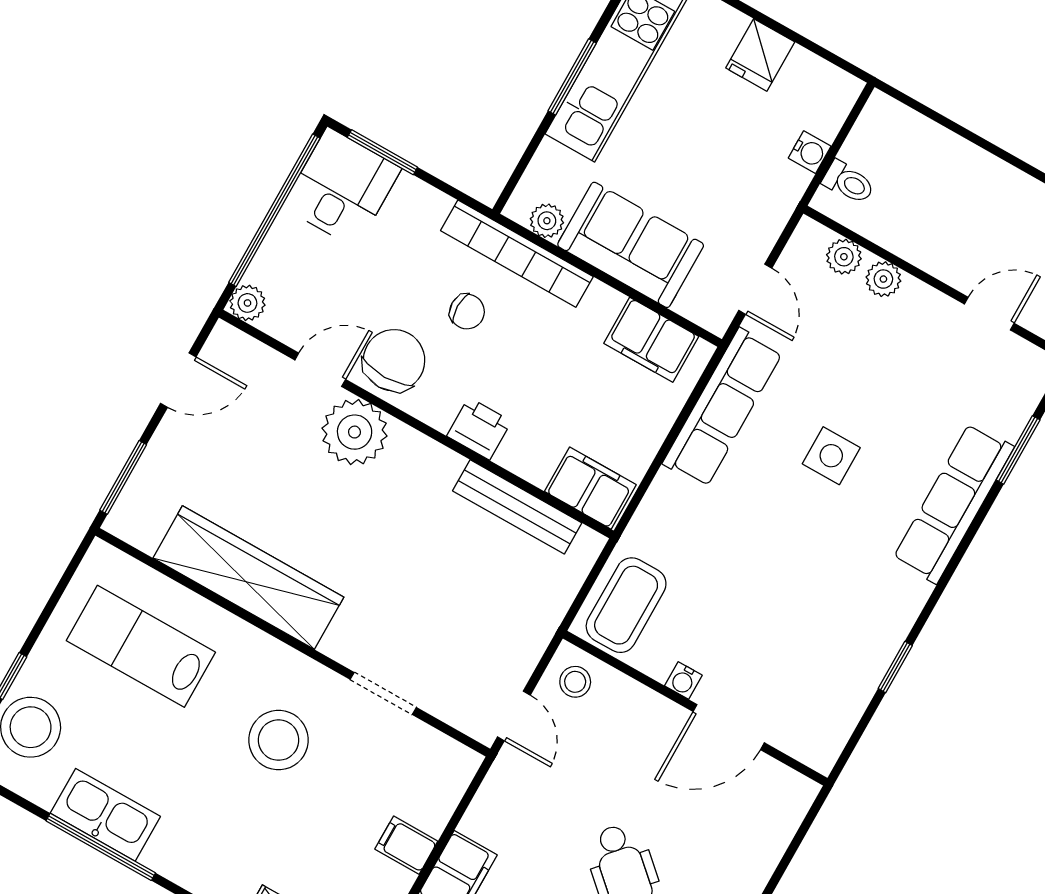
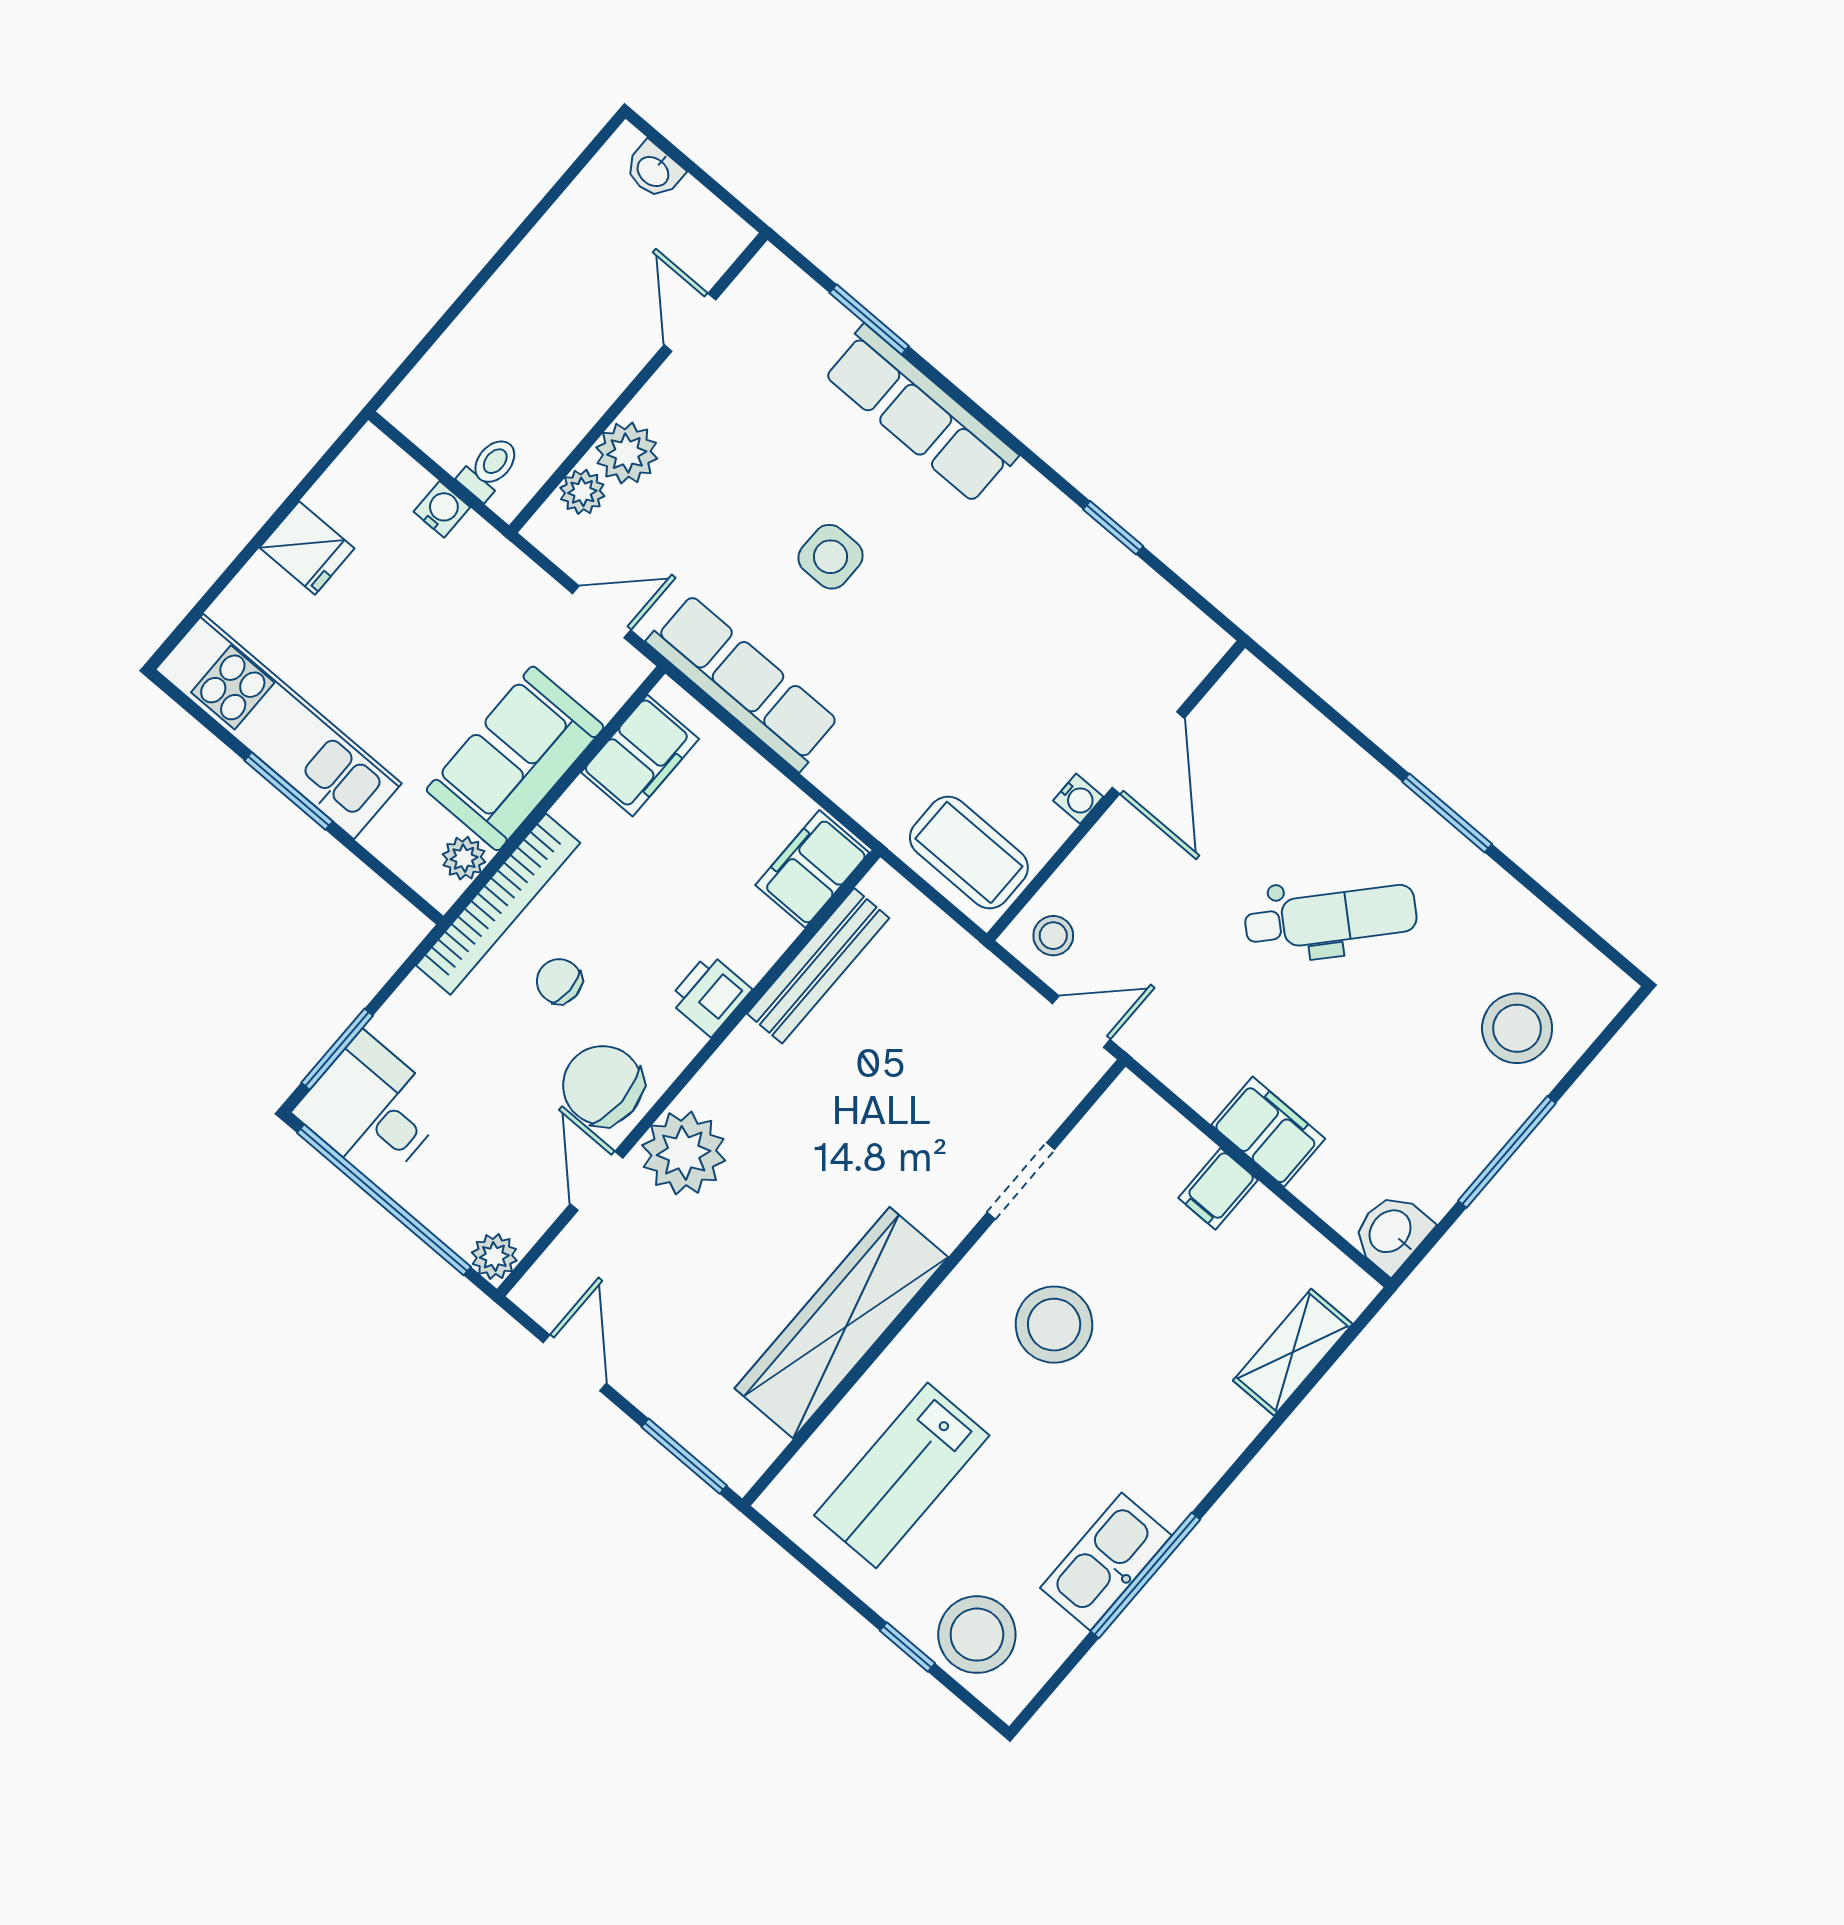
plant: (883, 279) -> (627, 453), width x1.38, depth x1.38
chair: (467, 312) -> (559, 981), turned -90

